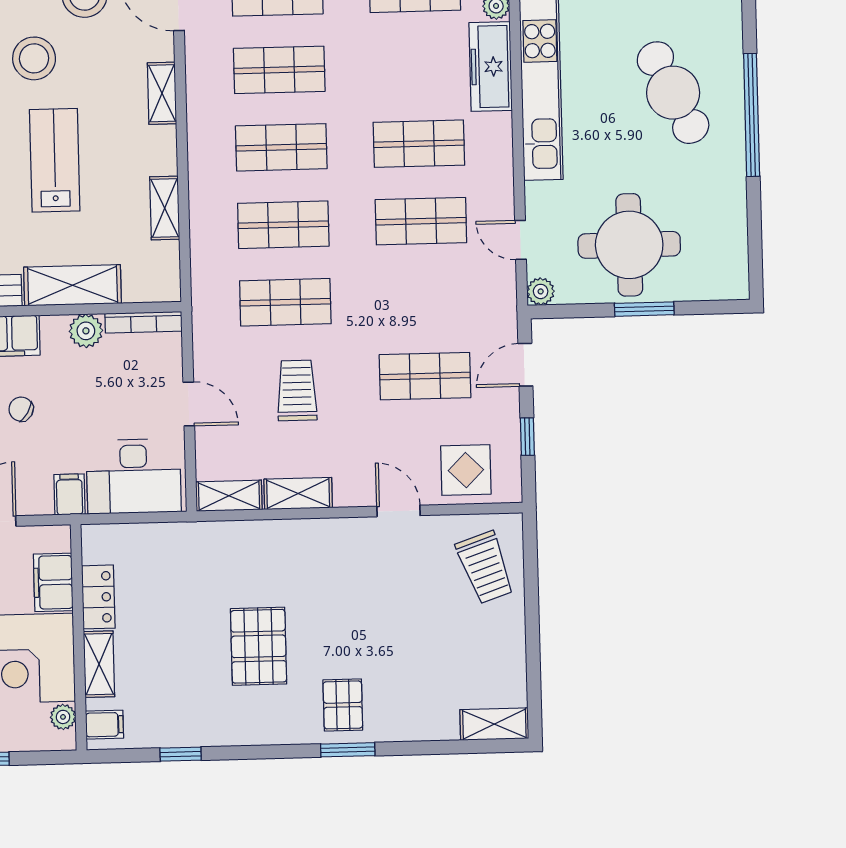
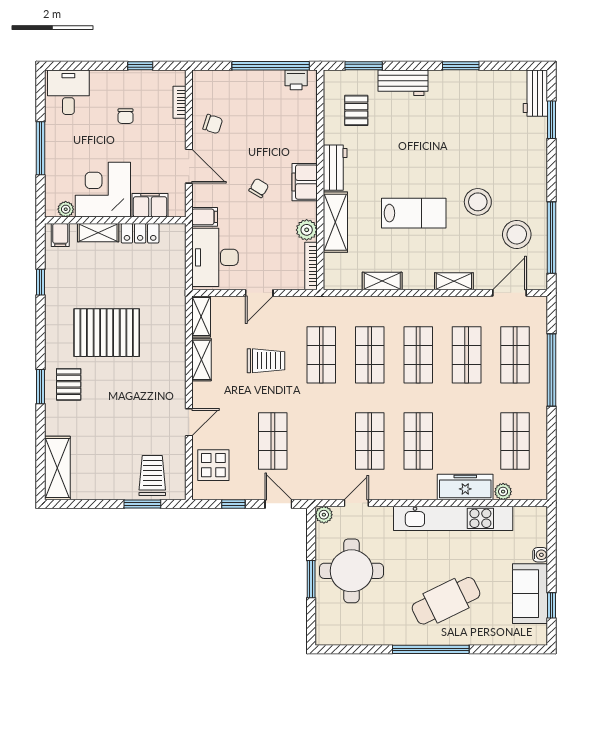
trolley: (485, 567) -> (152, 476), turned 109
window: (531, 582) -> (142, 504), added
pallet: (259, 646) -> (107, 333), width x1.37, depth x1.41
pallet: (343, 705) -> (69, 384), turned 90
shelving: (494, 724) -> (57, 468), width x1.50, depth x1.33

